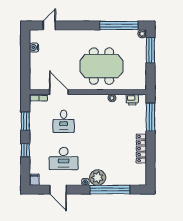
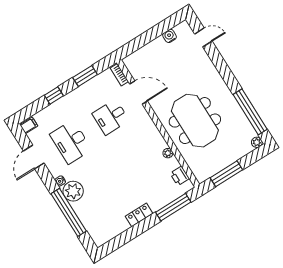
window: (150, 50) -> (226, 174), moved
door: (59, 92) -> (139, 92), hinge flipped
locker: (141, 149) -> (139, 215), width x0.66

